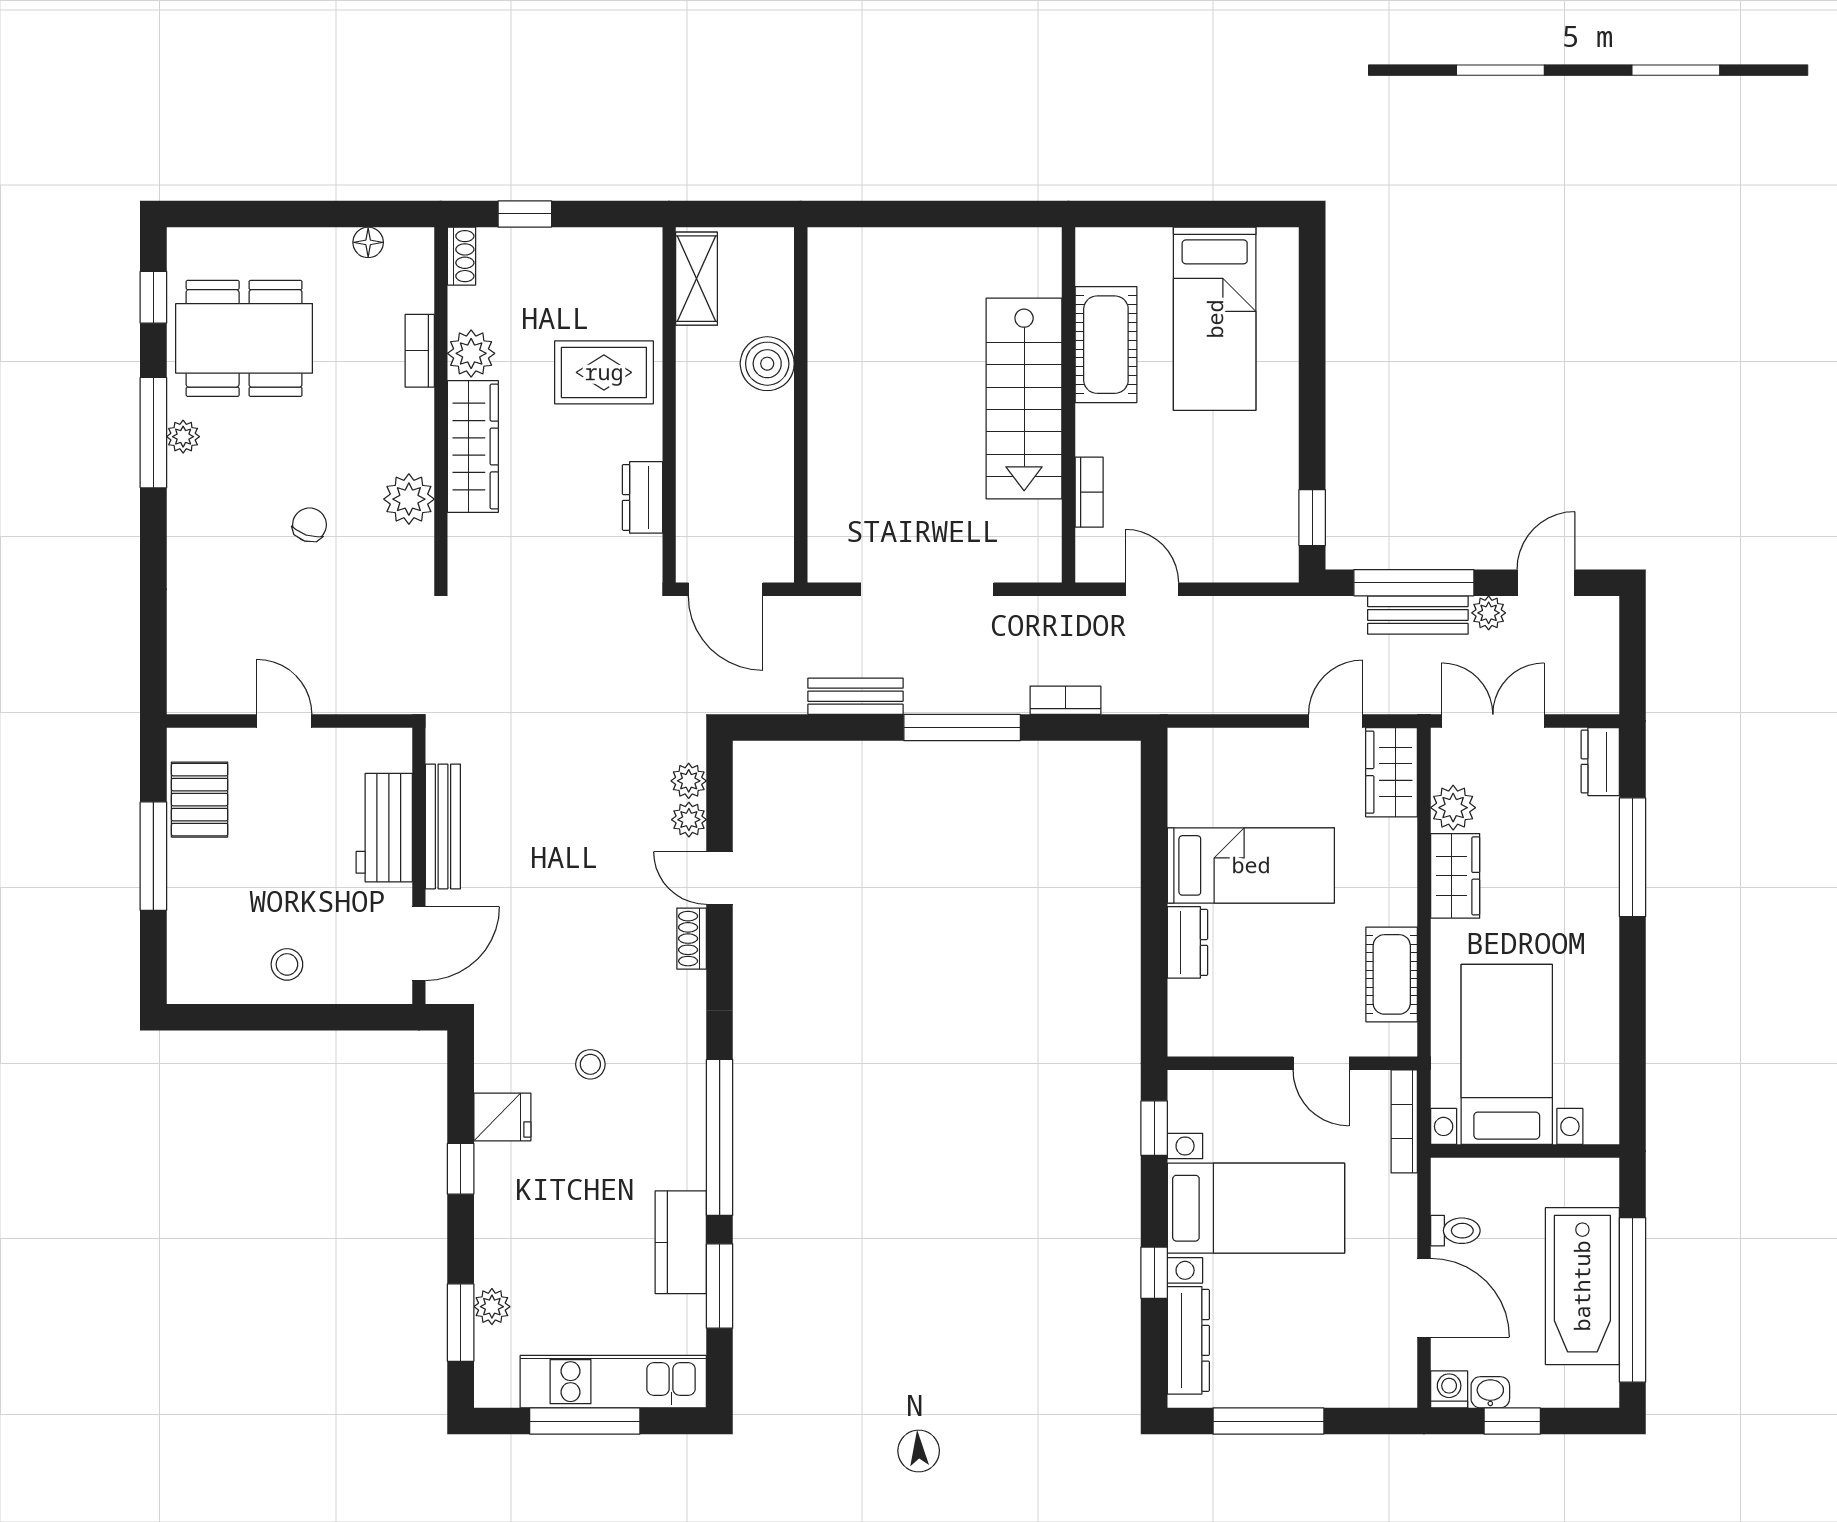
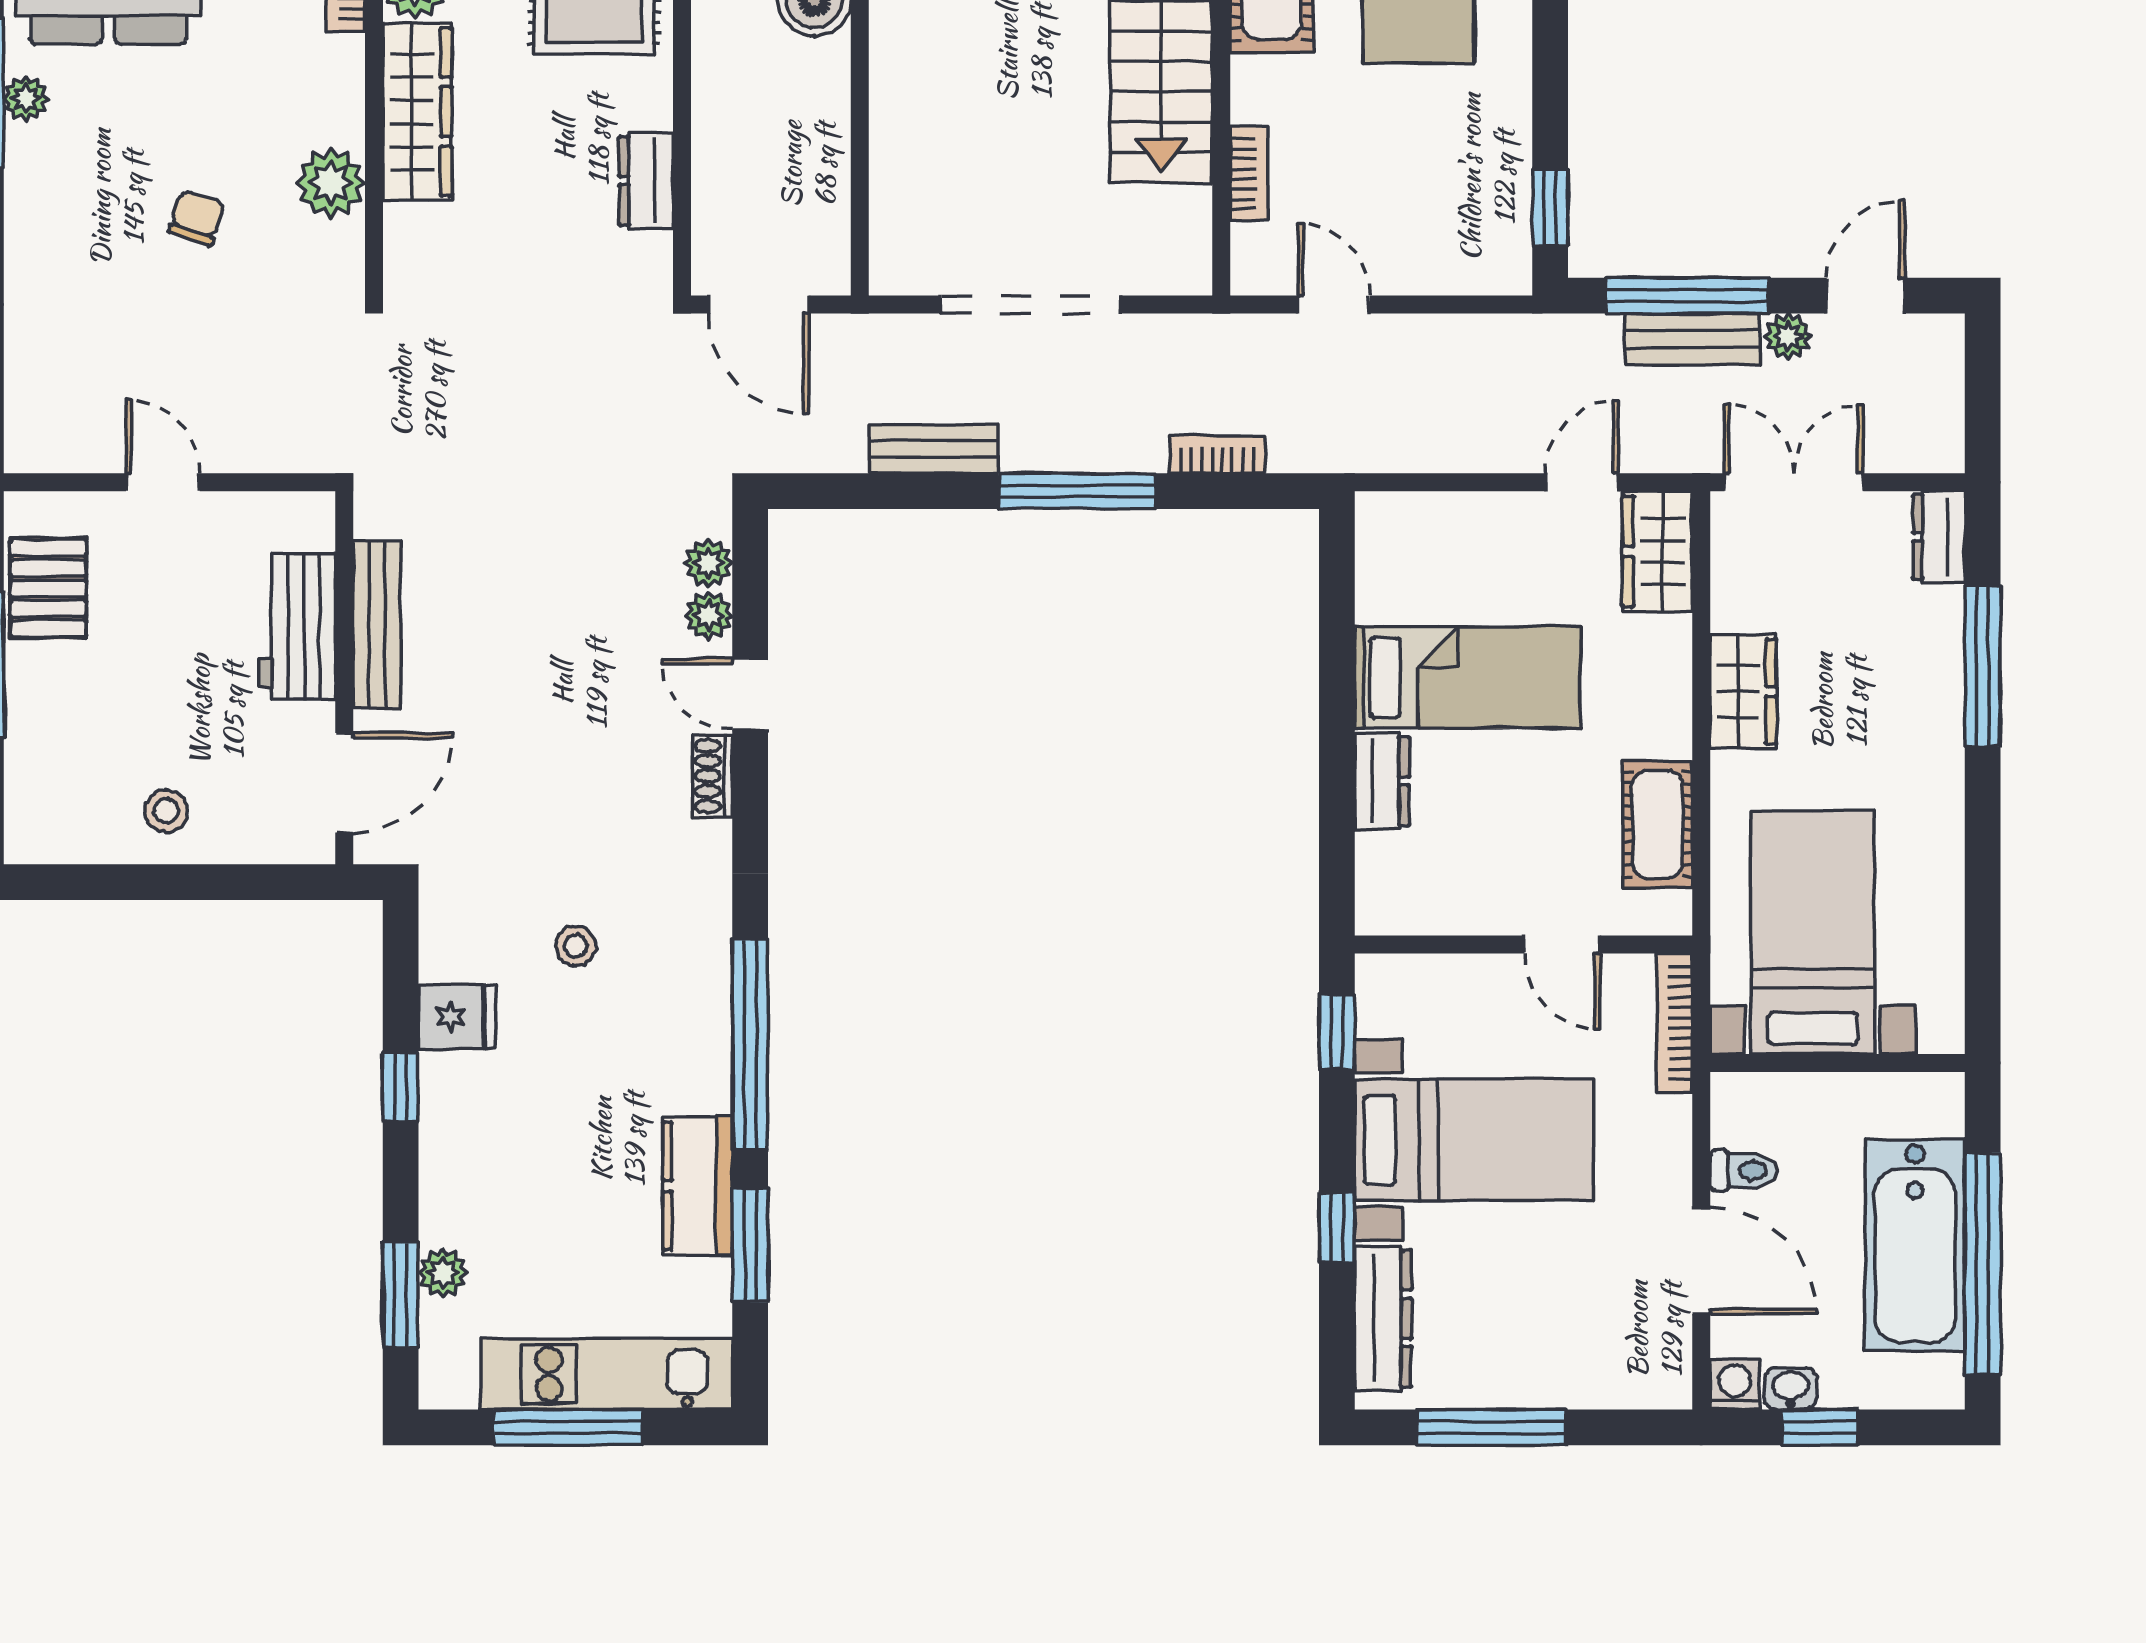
plant: (1453, 808) -> (1740, 599), removed

